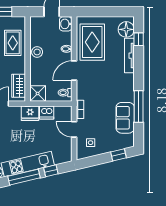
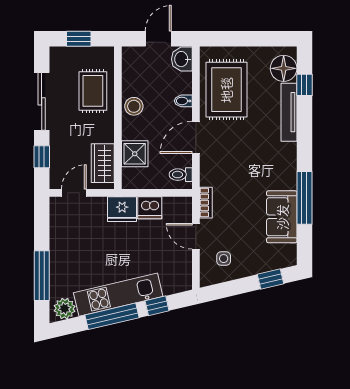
shower: (38, 93) -> (135, 154), moved

